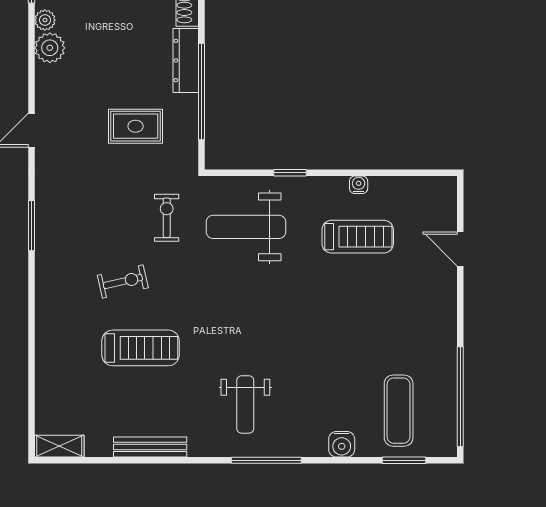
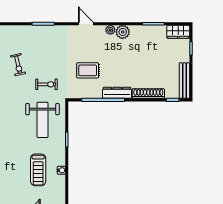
plant: (45, 20) -> (110, 30), moved
rug: (136, 126) -> (88, 70), turned 90
weight bench: (246, 227) -> (42, 120), turned 180

